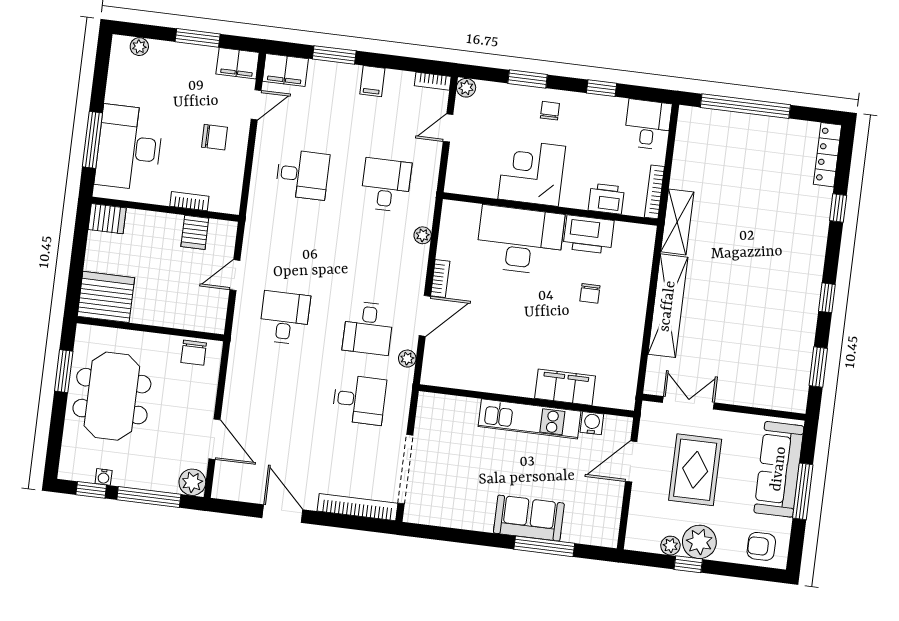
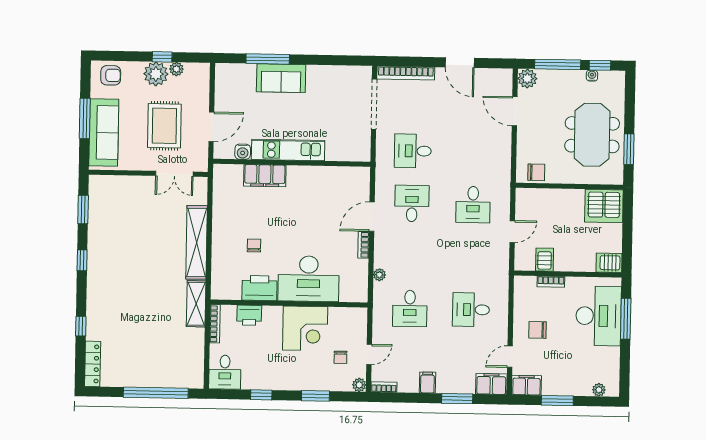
chair: (550, 111) -> (340, 357), moved
chair: (194, 353) -> (536, 172), turned 90
plant: (407, 359) -> (381, 184), removed

